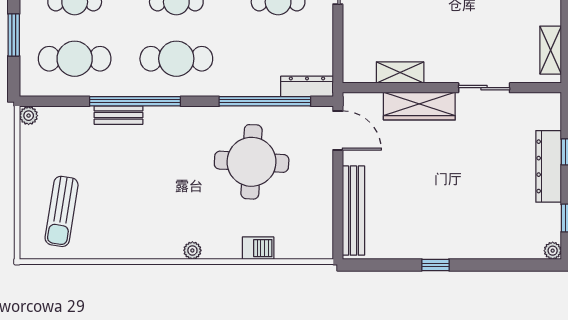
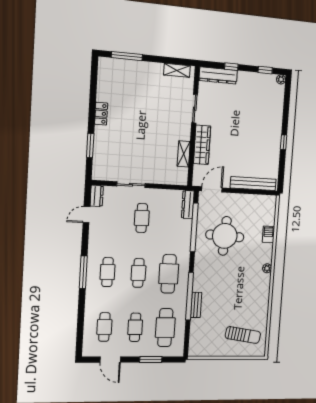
plant: (29, 116) -> (193, 352), removed
dresser: (549, 166) -> (218, 75), moved

